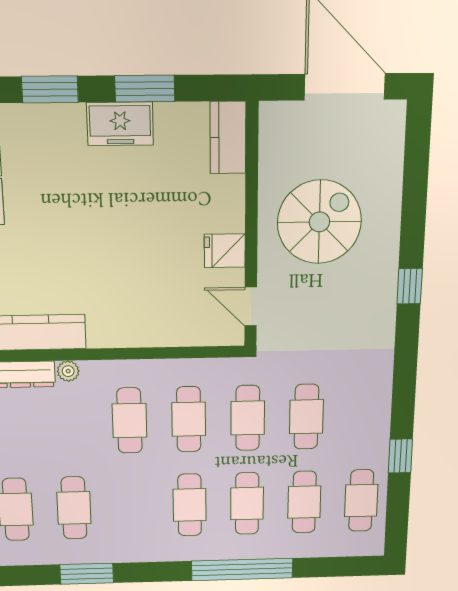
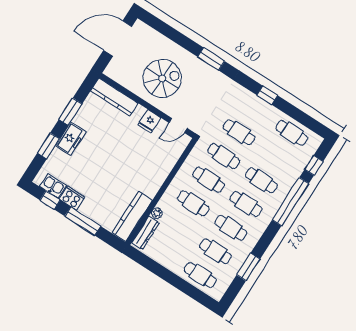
freezer: (120, 124) -> (71, 139), moved
kitchen counter: (228, 138) -> (114, 97), width x1.50
spiral stairs: (319, 222) -> (162, 78), turned 90
window: (410, 286) -> (211, 59), width x1.50
window: (400, 456) -> (267, 95), moved
cafe table: (304, 502) -> (231, 228), moved
window: (328, 567) -> (314, 165), added

